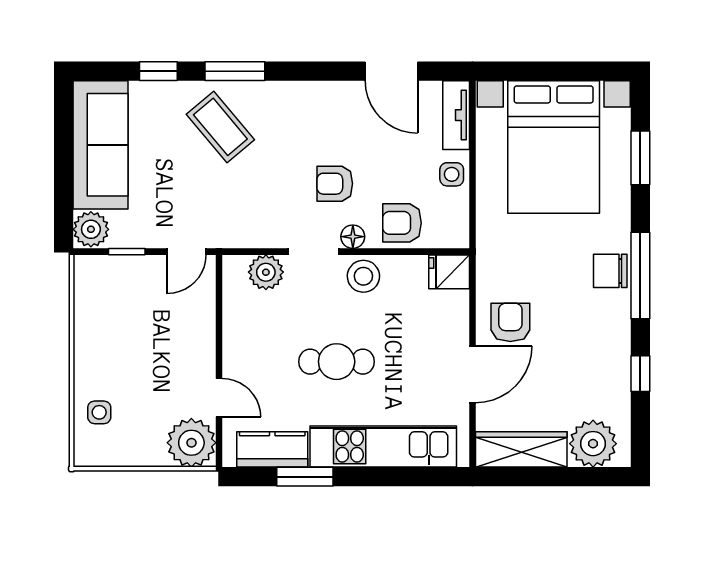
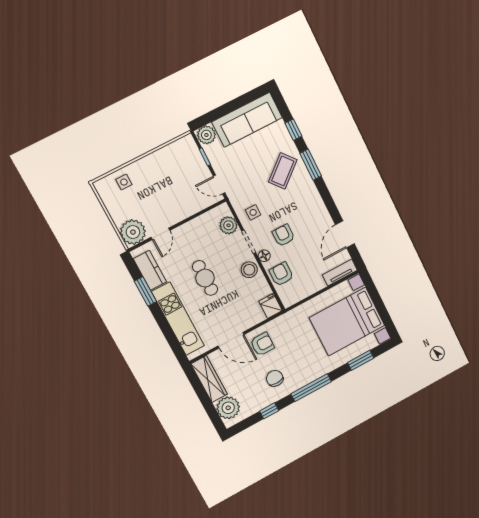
side table: (452, 174) -> (253, 212), moved
chair: (610, 271) -> (275, 378), moved

